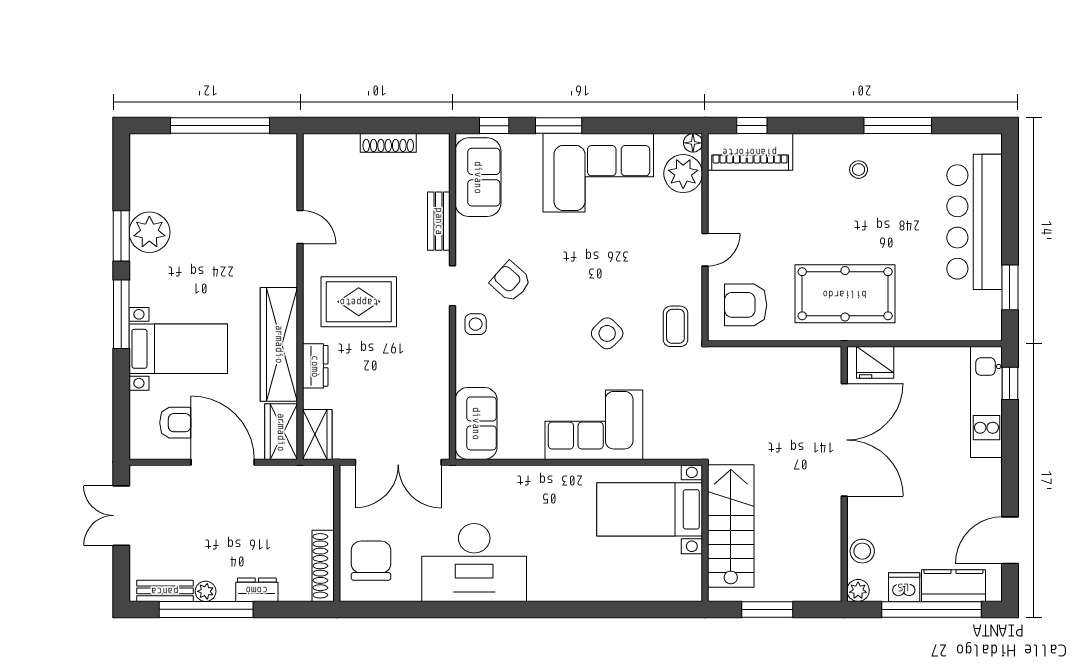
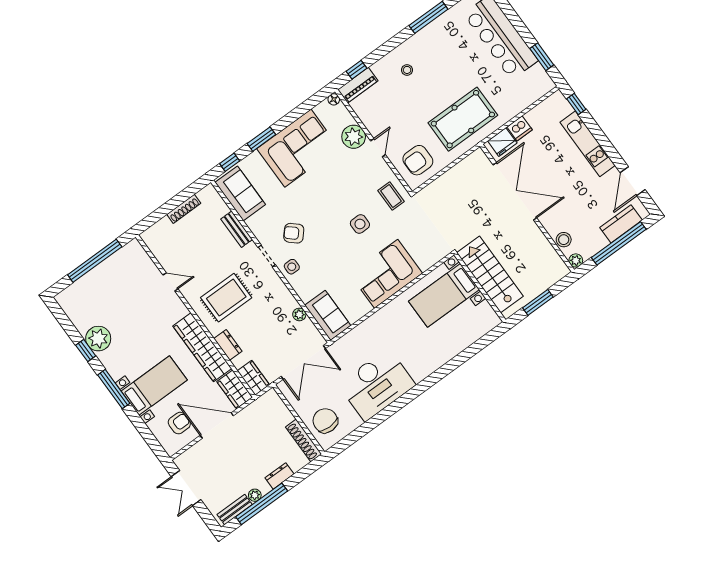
piano: (750, 152) -> (358, 85), width x0.73, depth x0.75
stool: (859, 170) -> (407, 70), moved
plant: (683, 174) -> (354, 137), moved
window: (121, 236) -> (86, 351), width x0.67
side table: (607, 333) -> (360, 224), turned 45
plant: (439, 395) -> (299, 314), added
kitchen unit: (986, 402) -> (587, 144), moved
dishwasher: (904, 587) -> (520, 128), moved, turned 180

